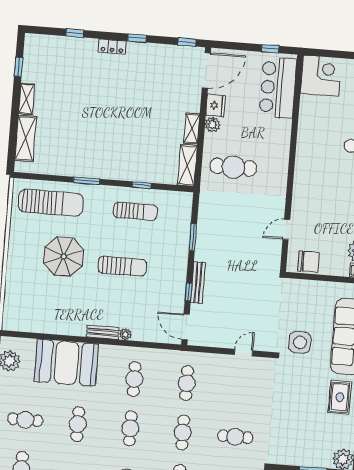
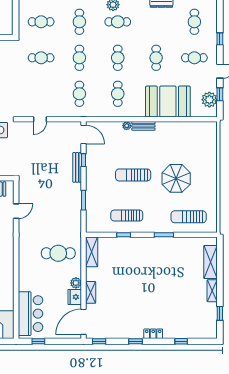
shelving: (192, 129) -> (91, 292), moved
sun lounger: (51, 203) -> (189, 217), width x0.73, depth x0.75

